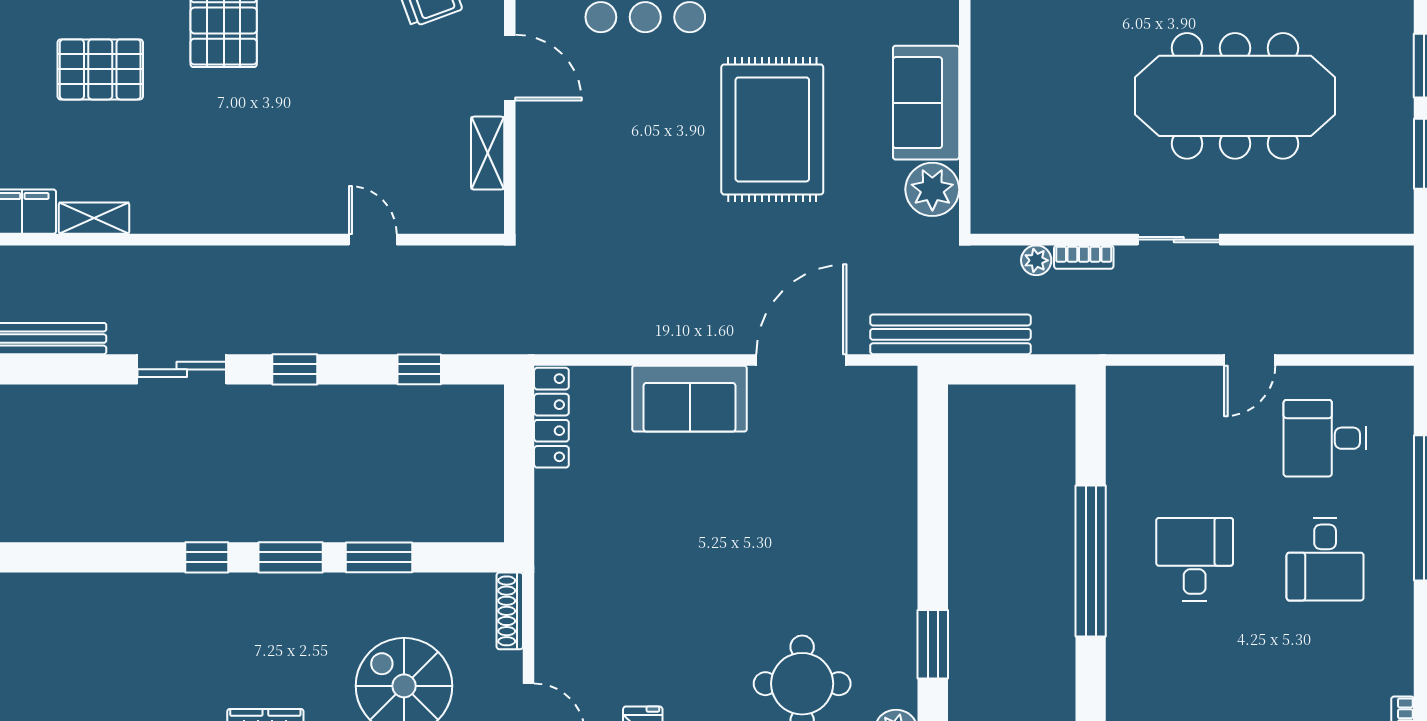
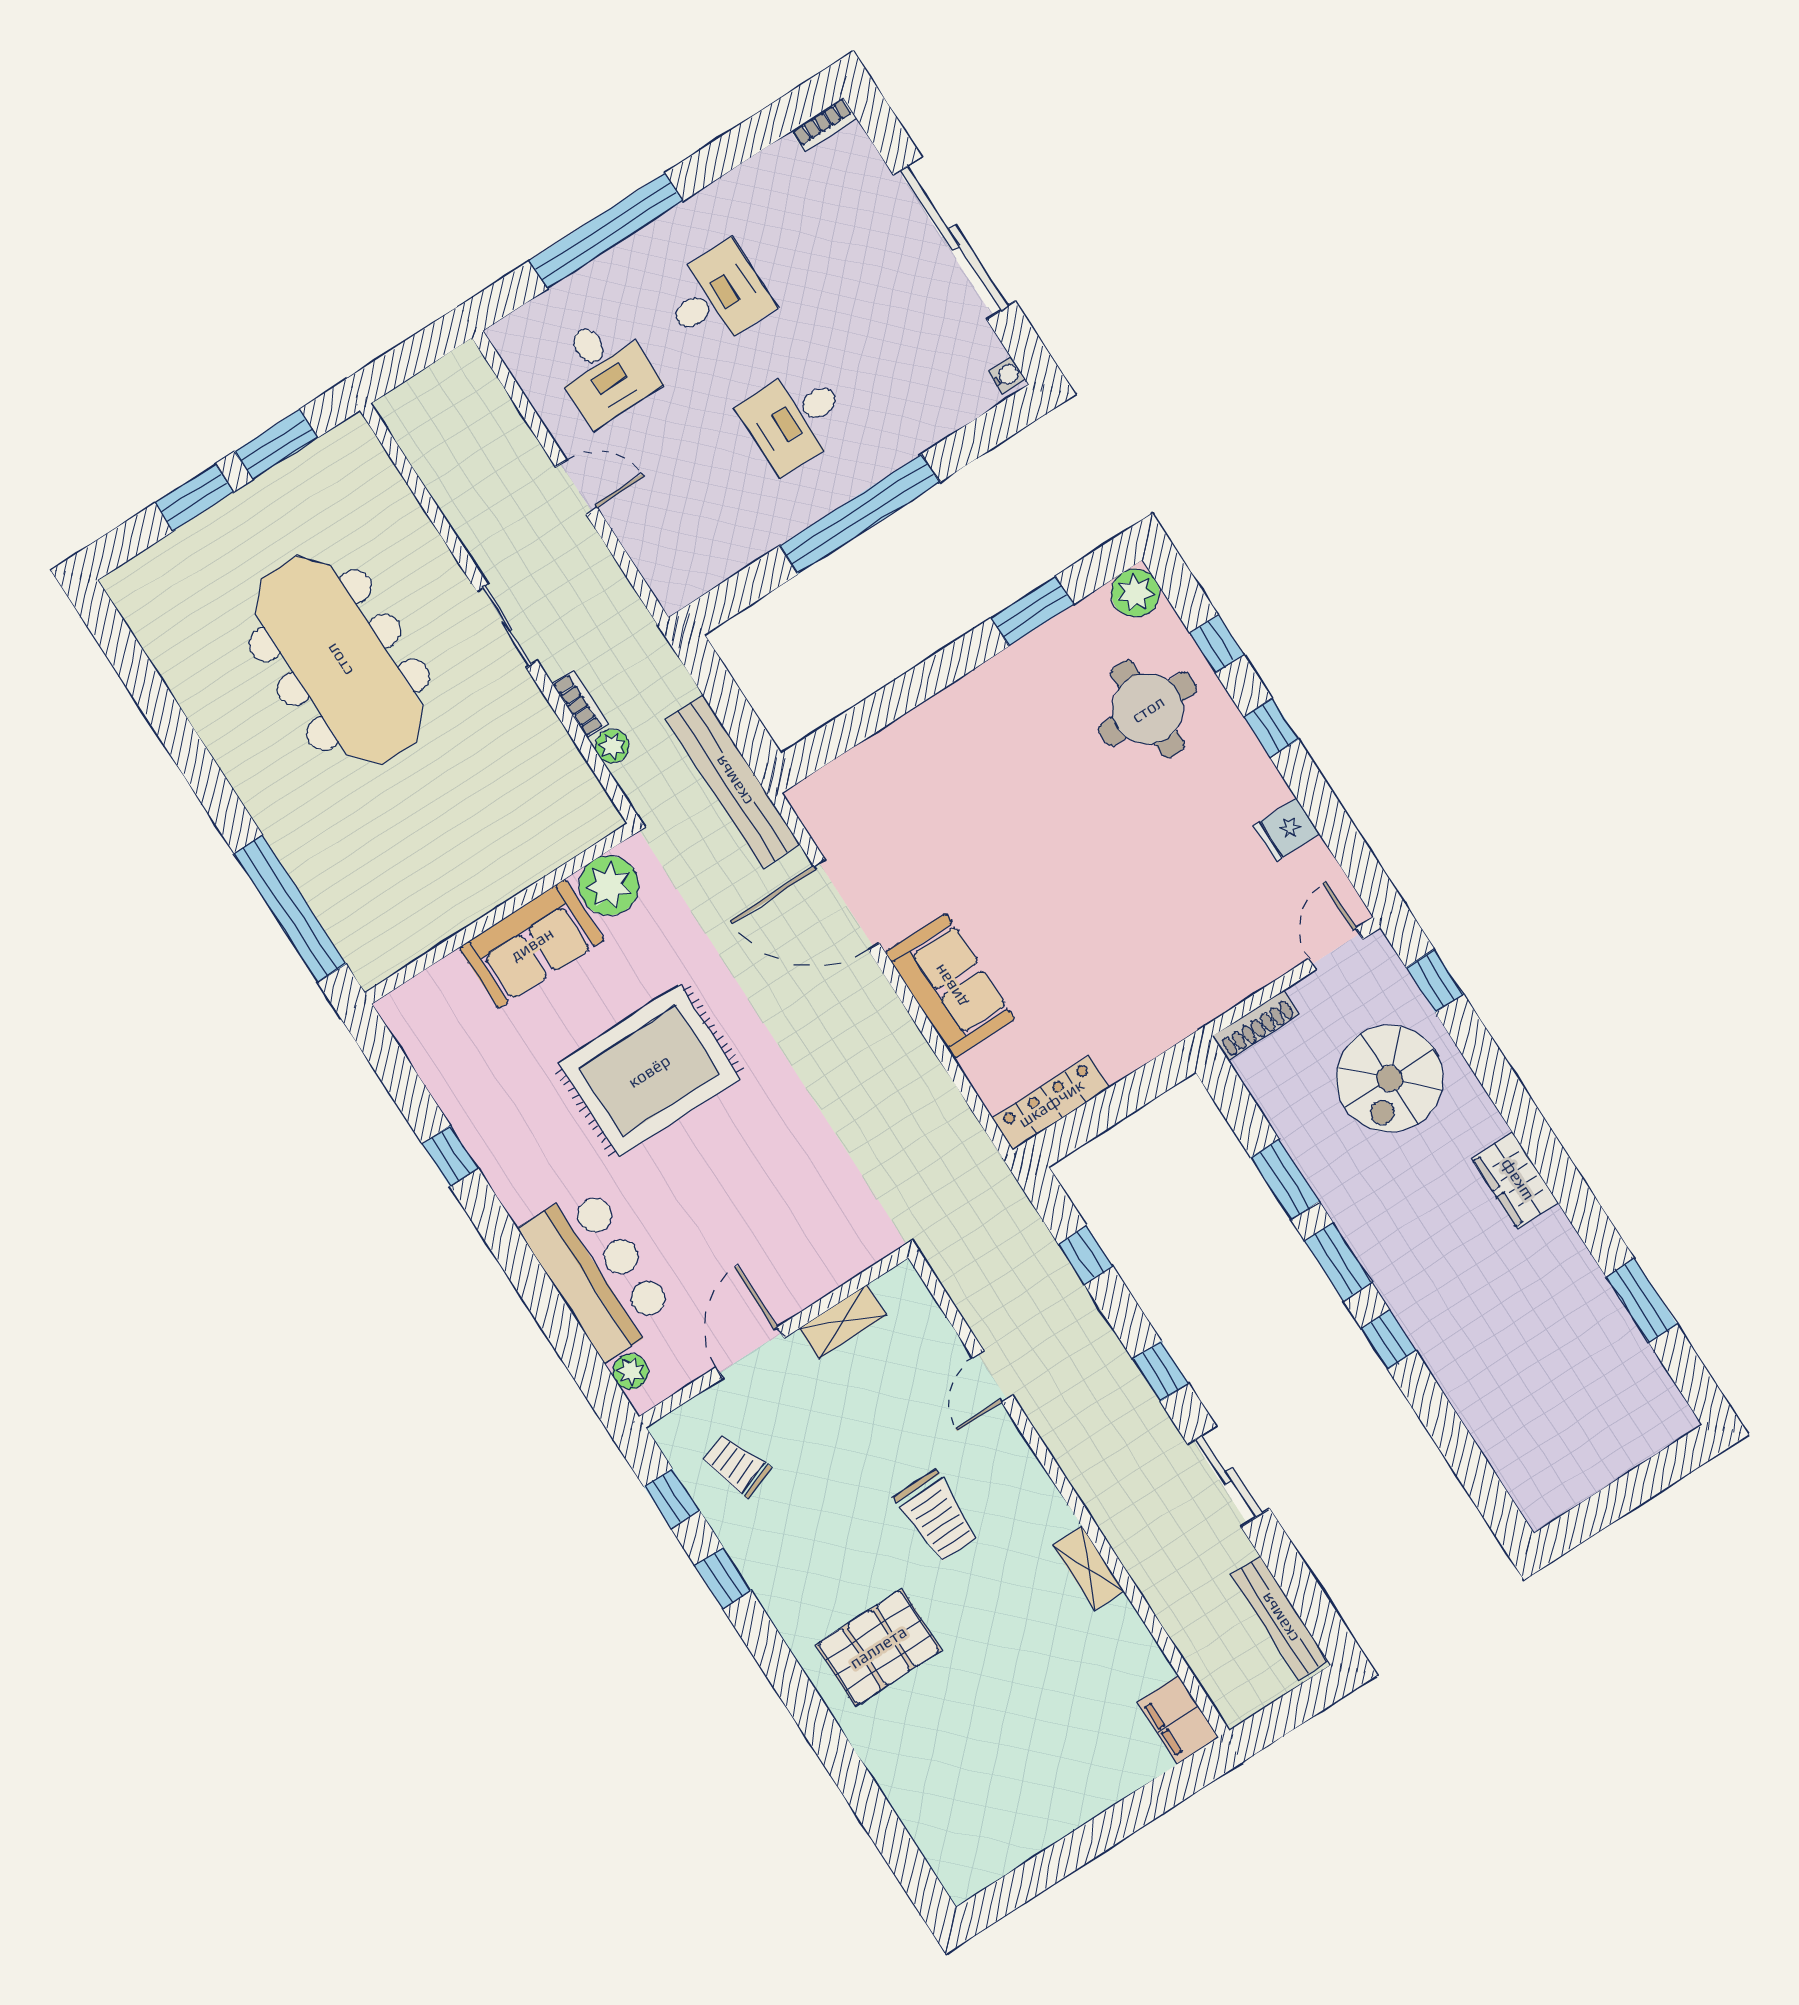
pallet: (100, 69) -> (998, 1733), removed
trolley: (294, 129) -> (937, 1516), added
shelving: (94, 218) -> (1088, 1568), moved

